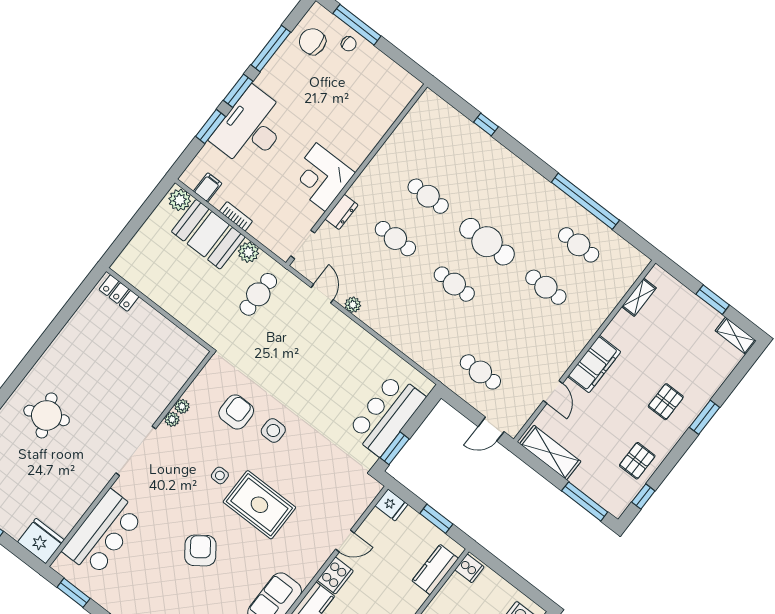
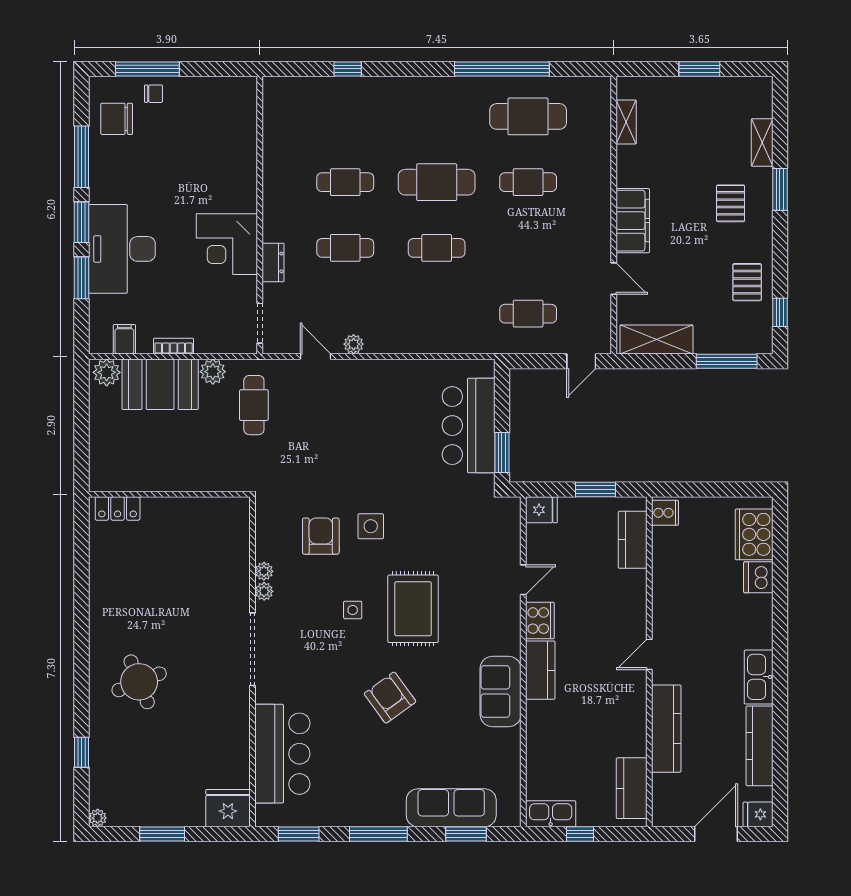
cafe table: (579, 245) -> (528, 116), width x1.37, depth x1.35
shelving: (736, 336) -> (762, 142), moved, turned 90
rug: (259, 505) -> (413, 609), turned 90

